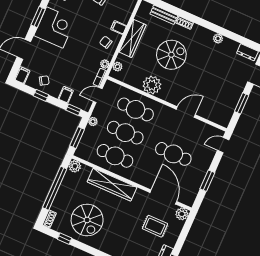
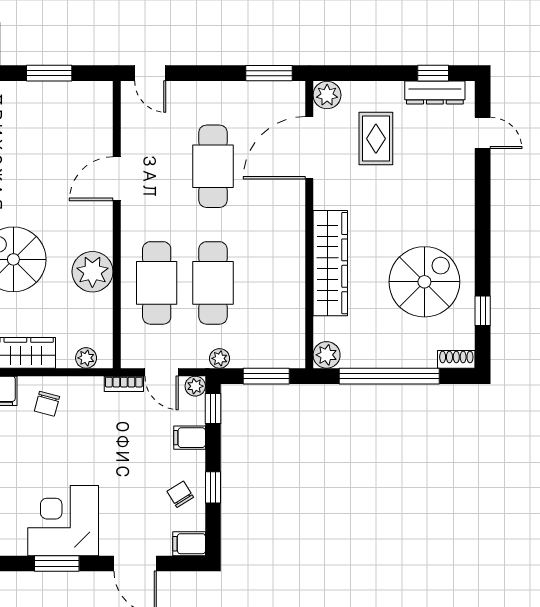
plant: (105, 64) -> (195, 386), moved
door: (186, 112) -> (117, 179), hinge flipped
cafe table: (115, 156) -> (269, 283), removed
window: (207, 181) -> (269, 73), moved

